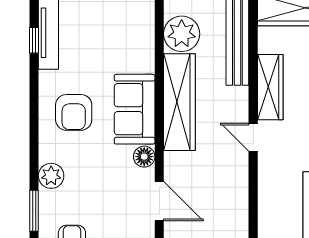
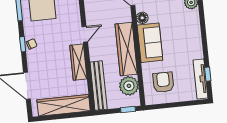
armchair: (74, 112) -> (163, 82), moved
door: (253, 137) -> (85, 34), hinge flipped

